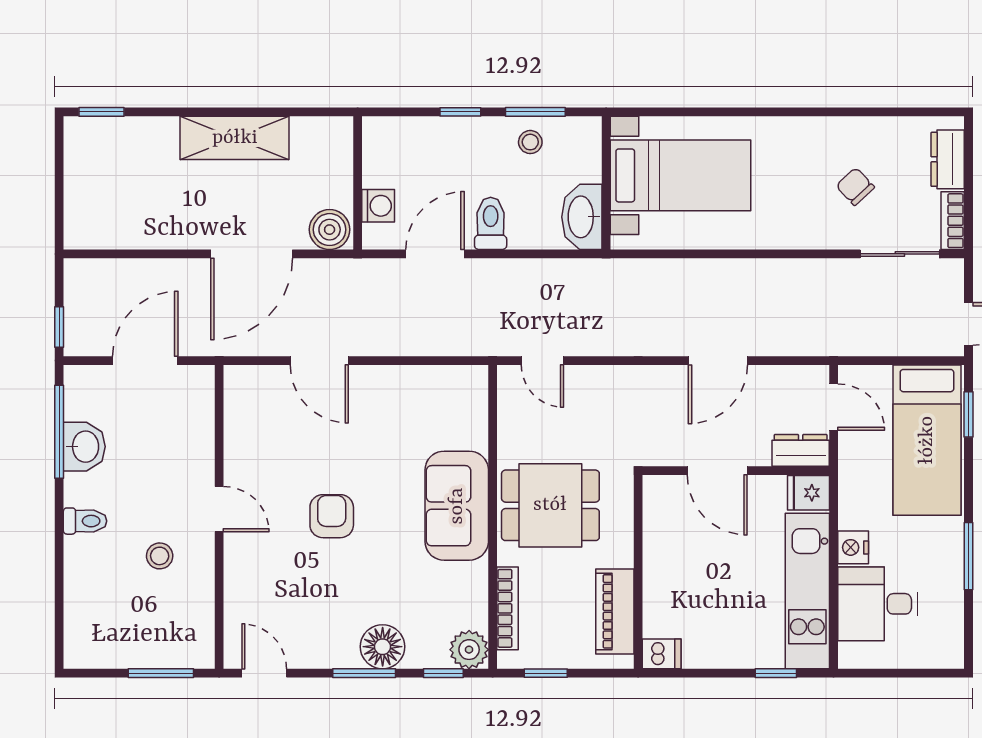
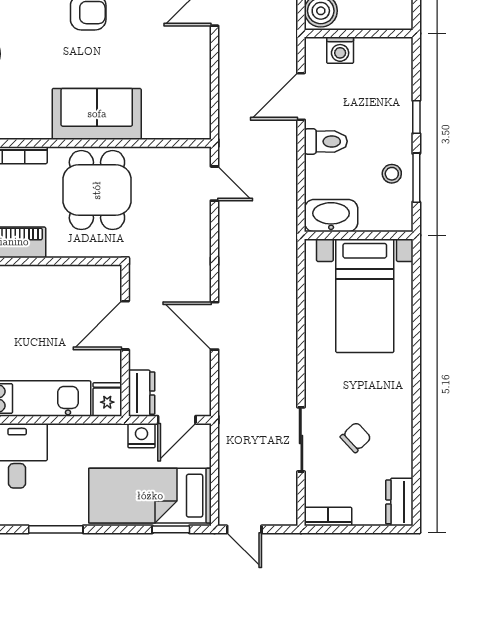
dresser: (948, 159) -> (399, 502), moved, turned -90
door: (435, 254) -> (301, 96), swing flipped
sliding door: (900, 254) -> (301, 439), moved
door: (542, 361) -> (215, 184), swing flipped
nightstand: (853, 547) -> (141, 436), moved

